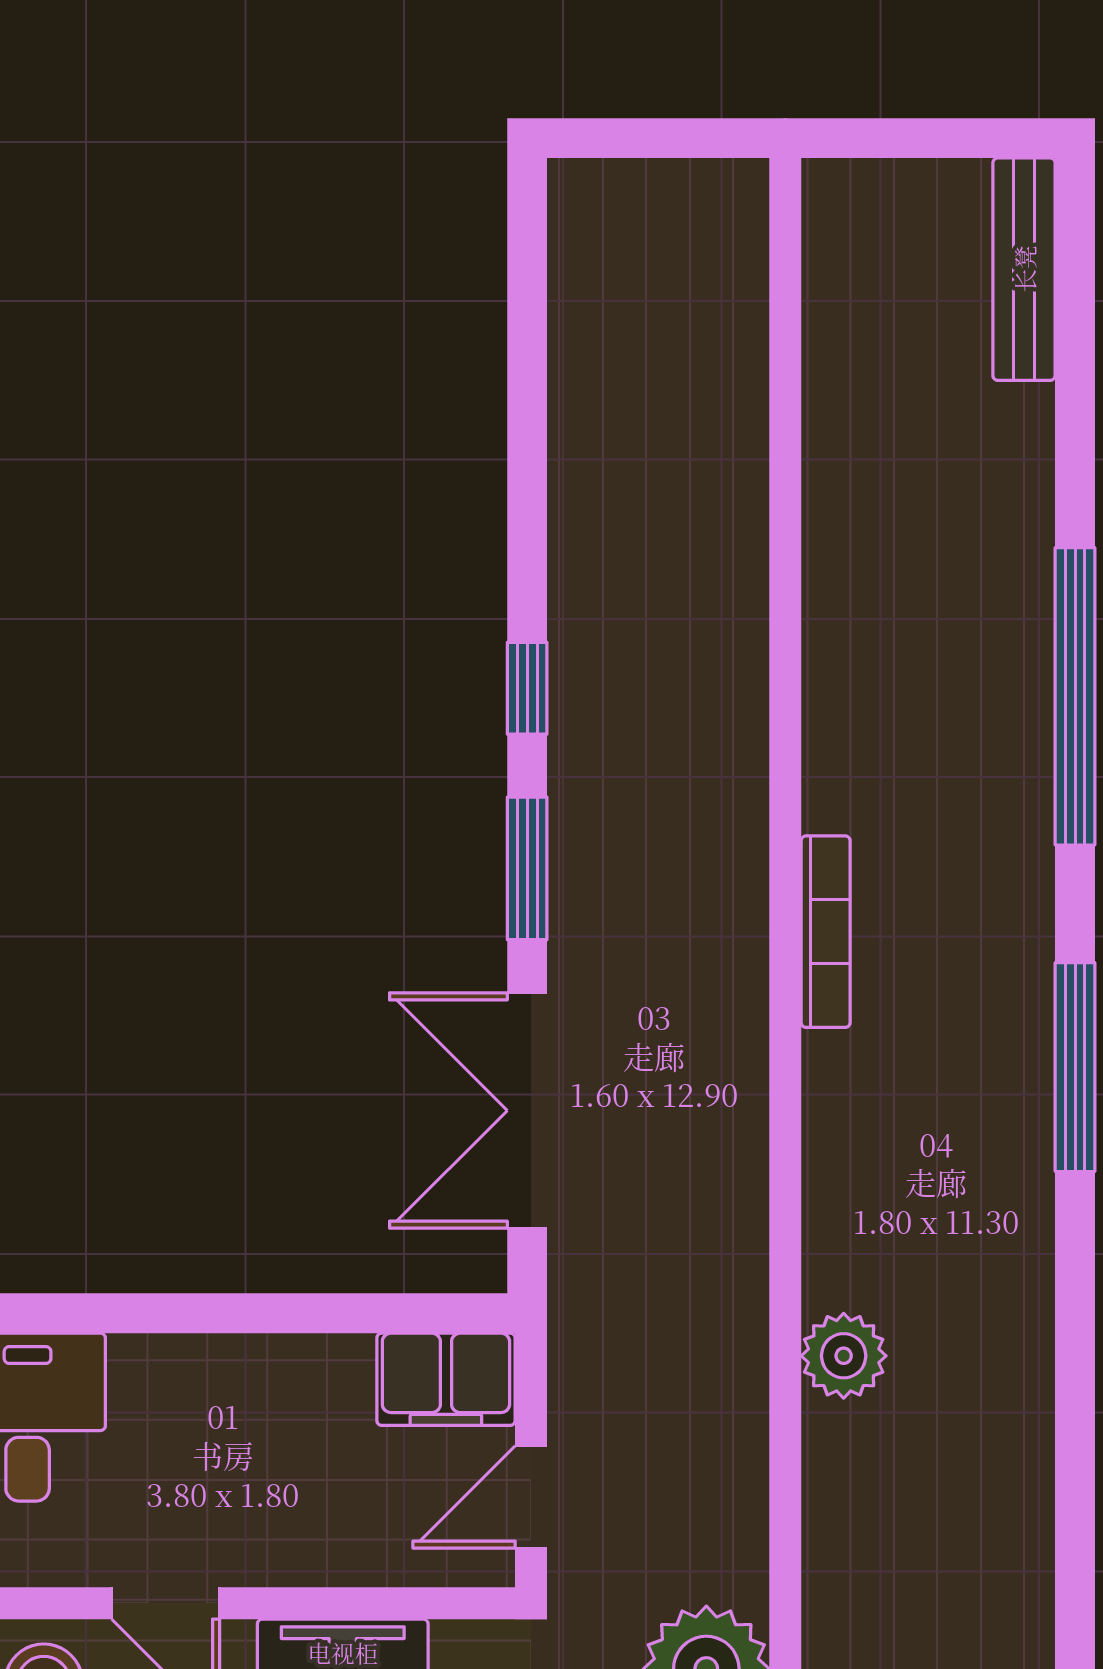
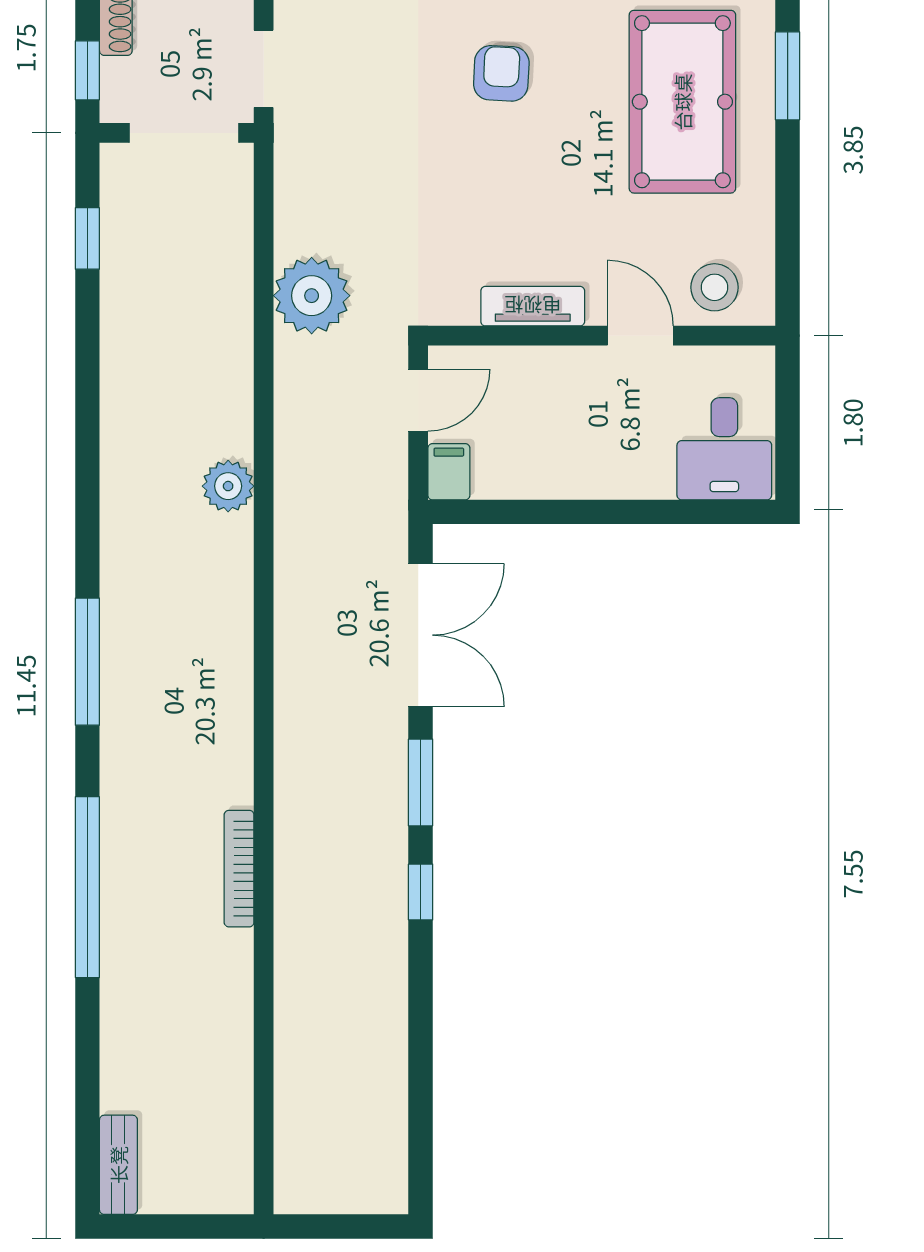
bench: (1024, 269) -> (118, 1165), width x0.73
bookcase: (826, 932) -> (239, 869), moved
filing cabinet: (446, 1379) -> (449, 472), width x0.50

